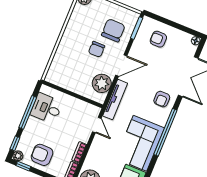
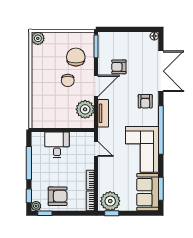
armchair: (158, 39) -> (119, 67), moved
tv unit: (115, 100) -> (103, 113), width x0.71
desk: (46, 108) -> (57, 145), moved, turned 90
armchair: (42, 155) -> (58, 196), turned 180

